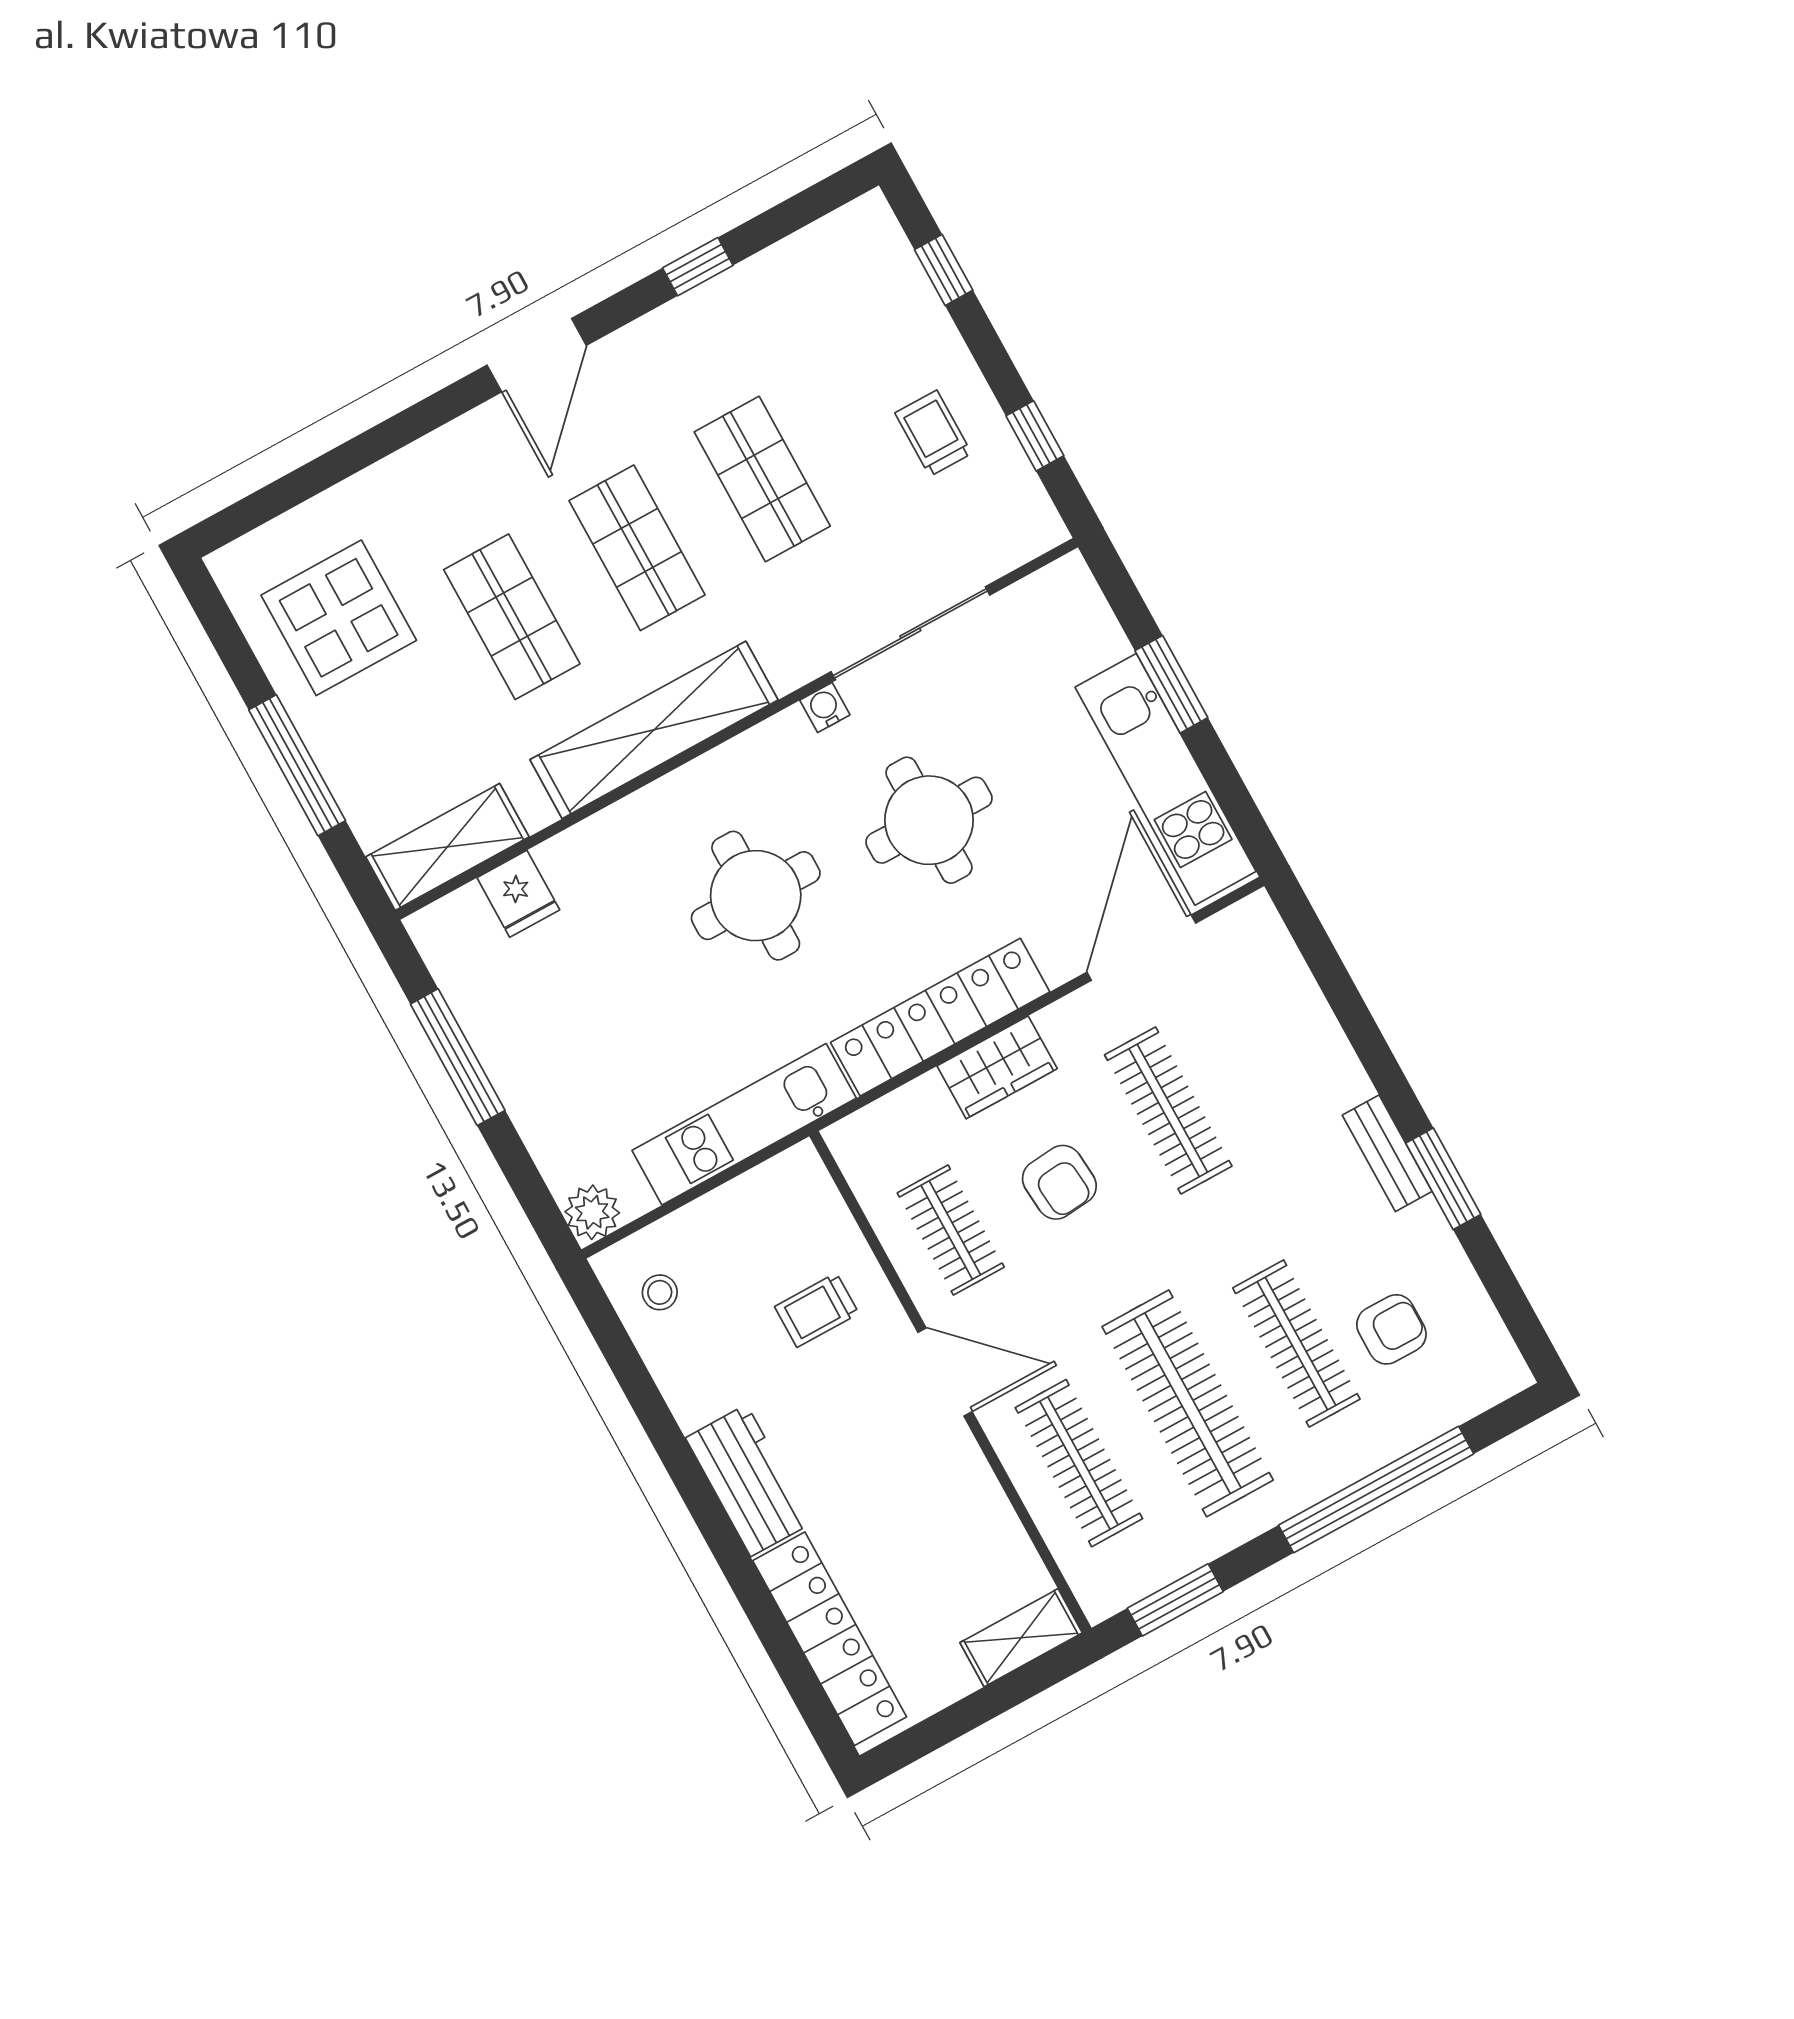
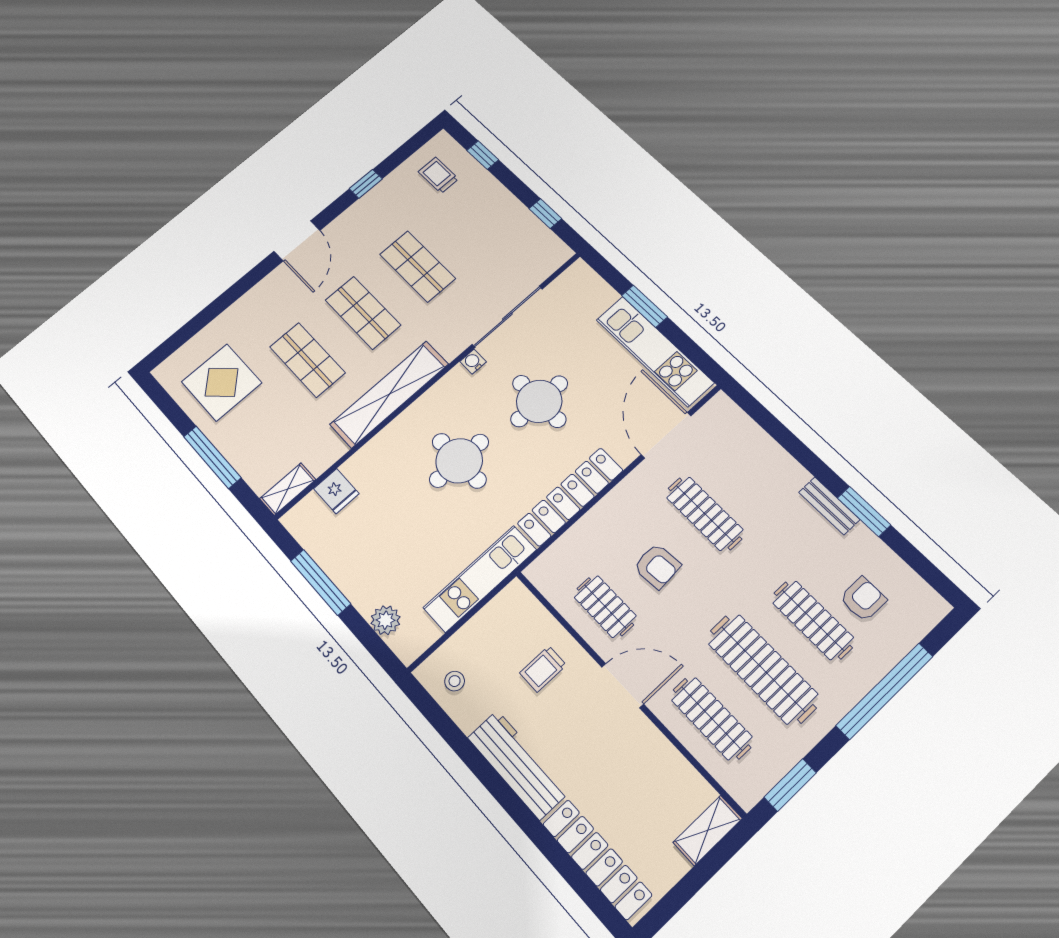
trolley: (933, 433) -> (438, 175), moved
shelving: (447, 847) -> (288, 489), width x0.67, depth x0.75
wardrobe: (997, 1067) -> (607, 515), removed
plant: (592, 1212) -> (385, 620), moved
workbench: (749, 1480) -> (518, 765), width x1.38

